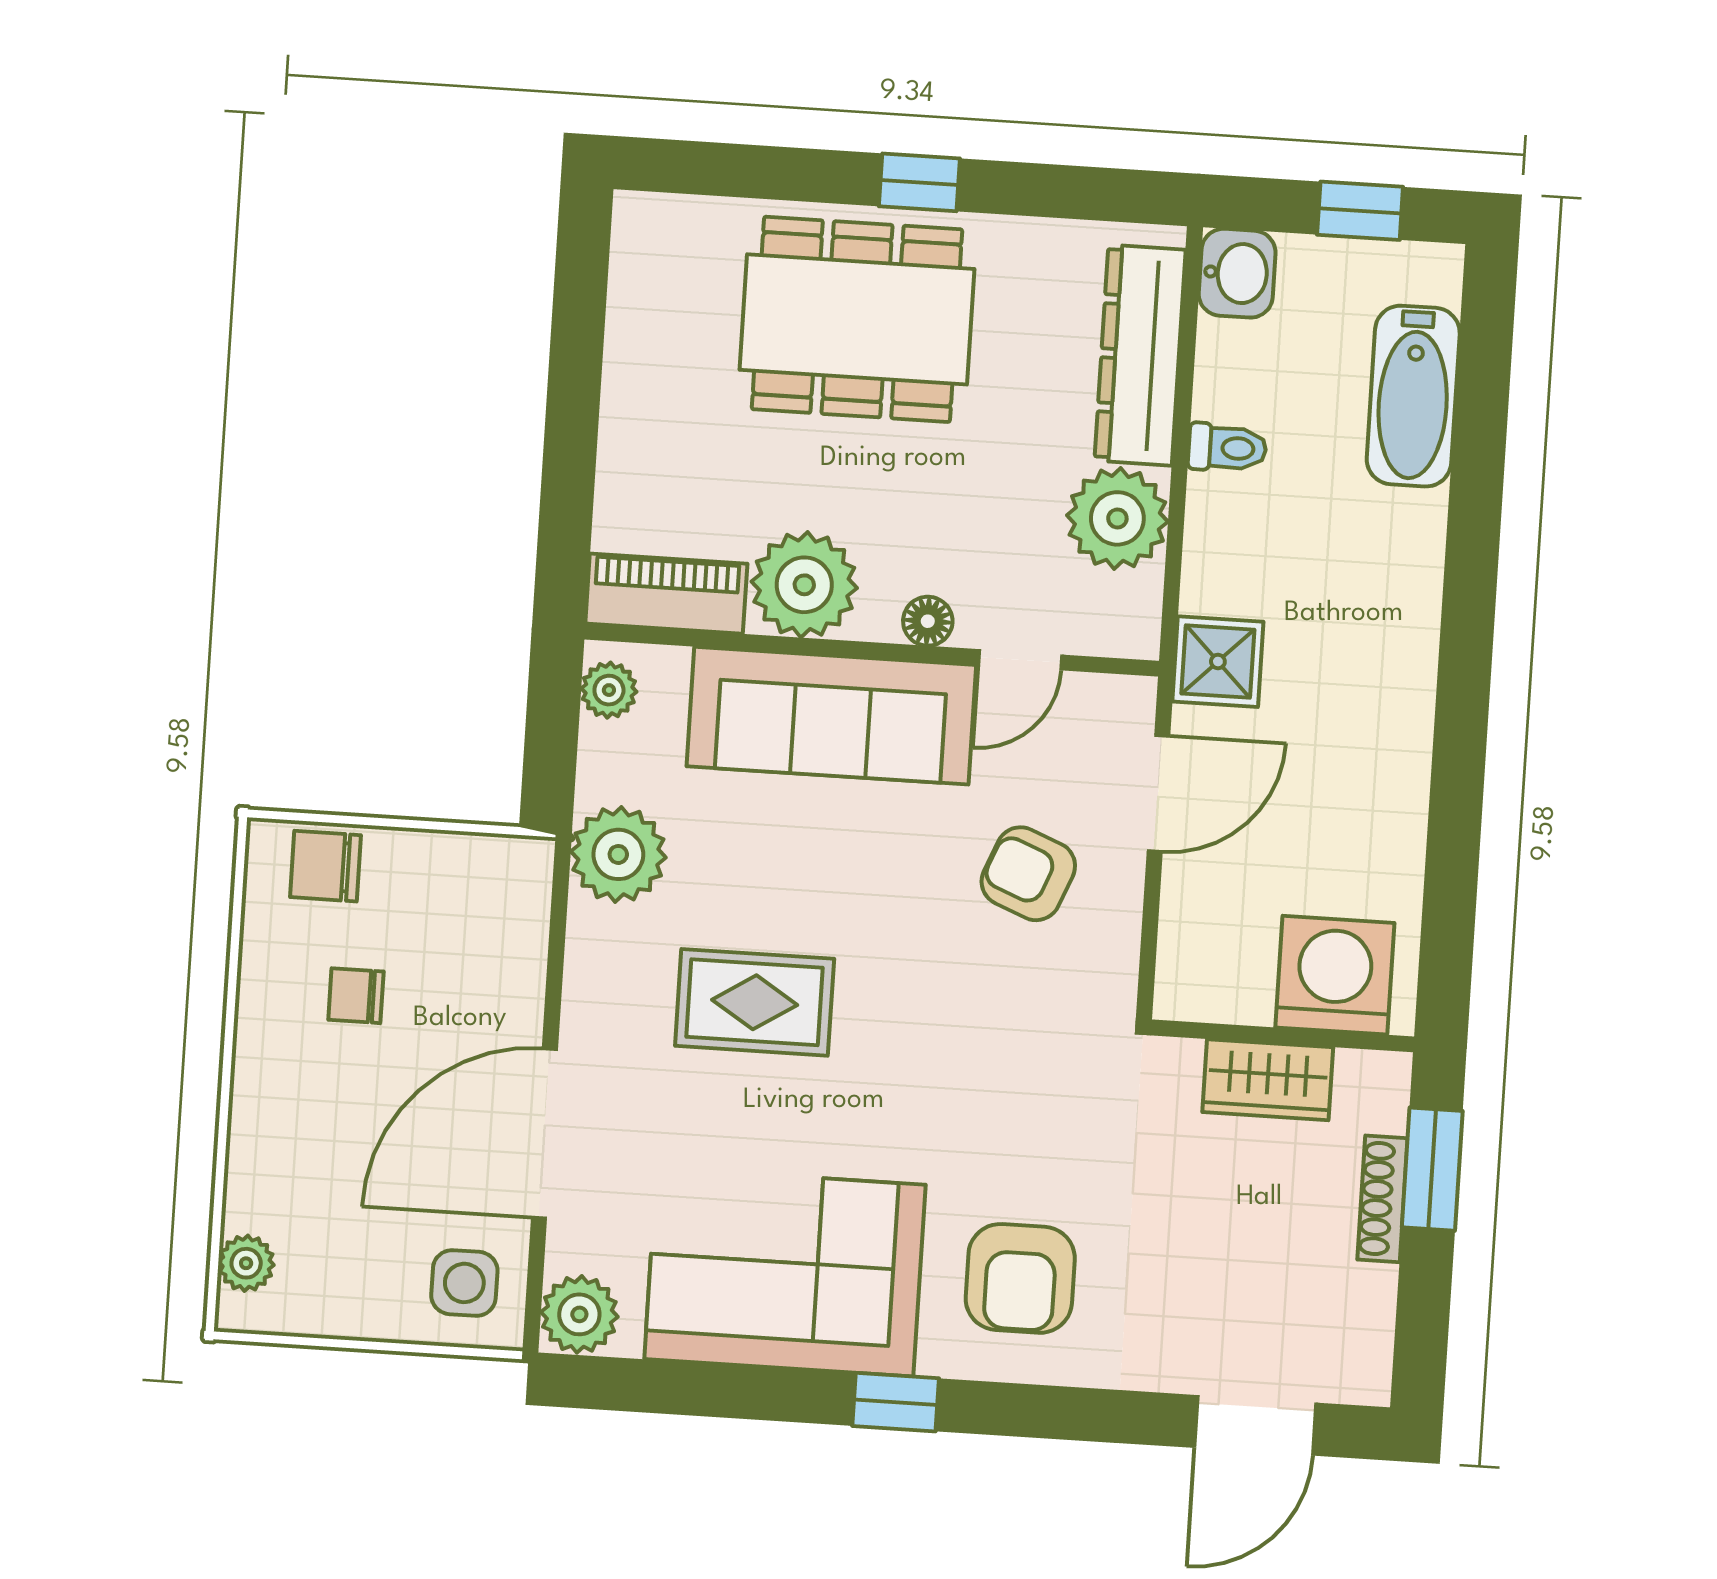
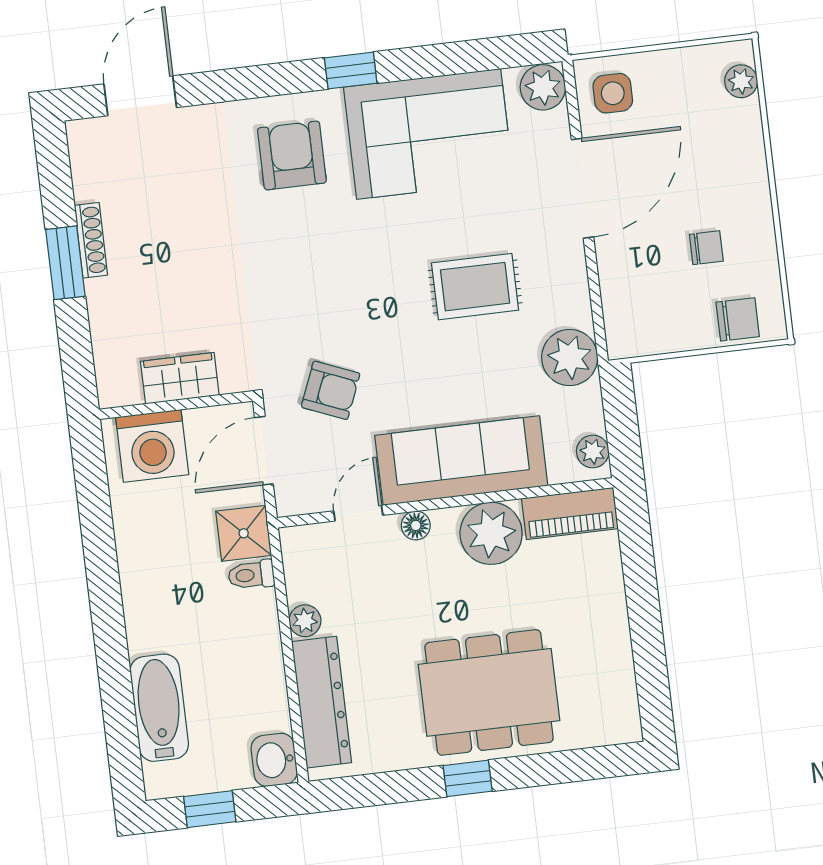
toilet: (1227, 448) -> (251, 575), moved
plant: (1117, 518) -> (305, 621), width x0.53, depth x0.53
washing machine: (1335, 975) -> (152, 446), moved
wall: (1282, 1036) -> (176, 405), moved
wardrobe: (1268, 1080) -> (180, 378), moved

